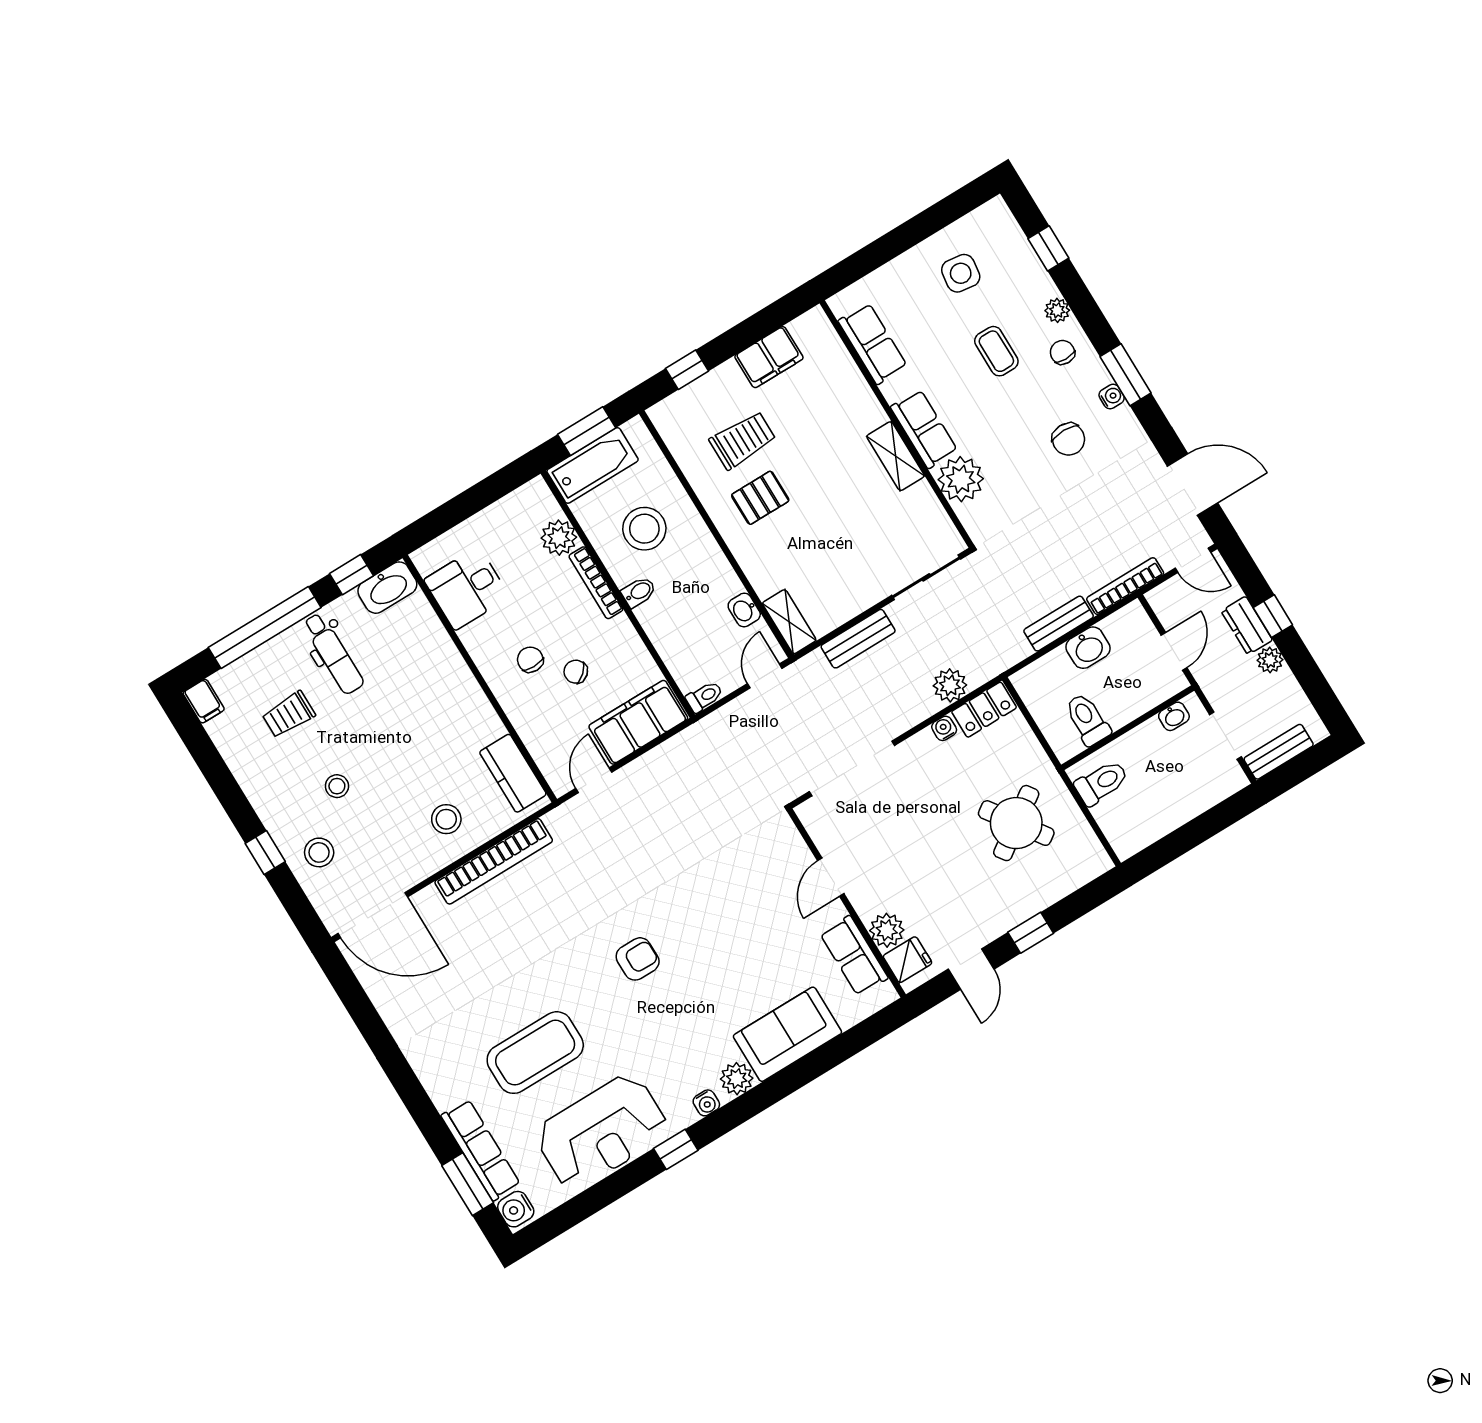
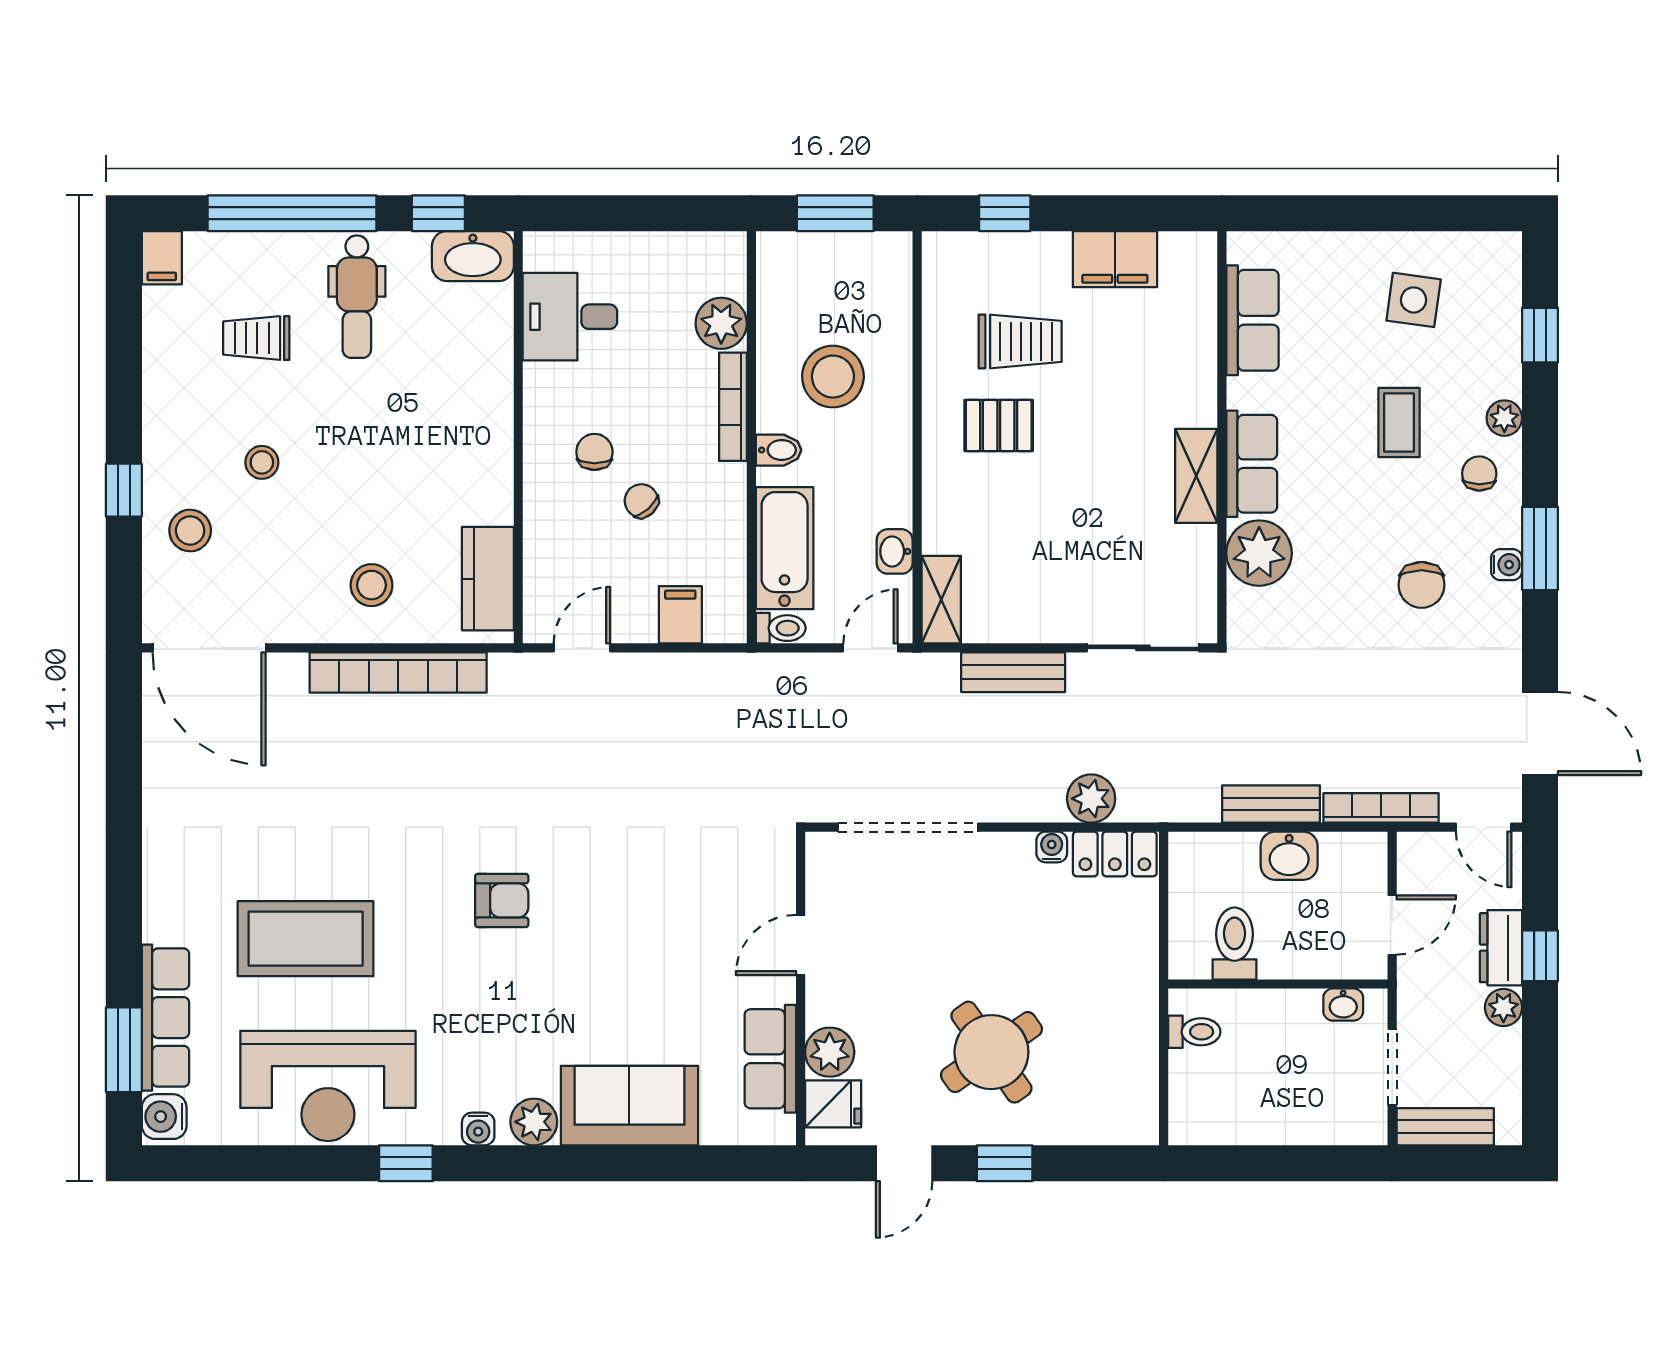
bathtub: (593, 465) -> (785, 548), moved, turned -90
filing cabinet: (638, 722) -> (680, 615), width x0.33, depth x0.86
toilet: (1101, 783) -> (1194, 1032), width x0.73, depth x0.72
round table: (1016, 823) -> (991, 1052), moved

